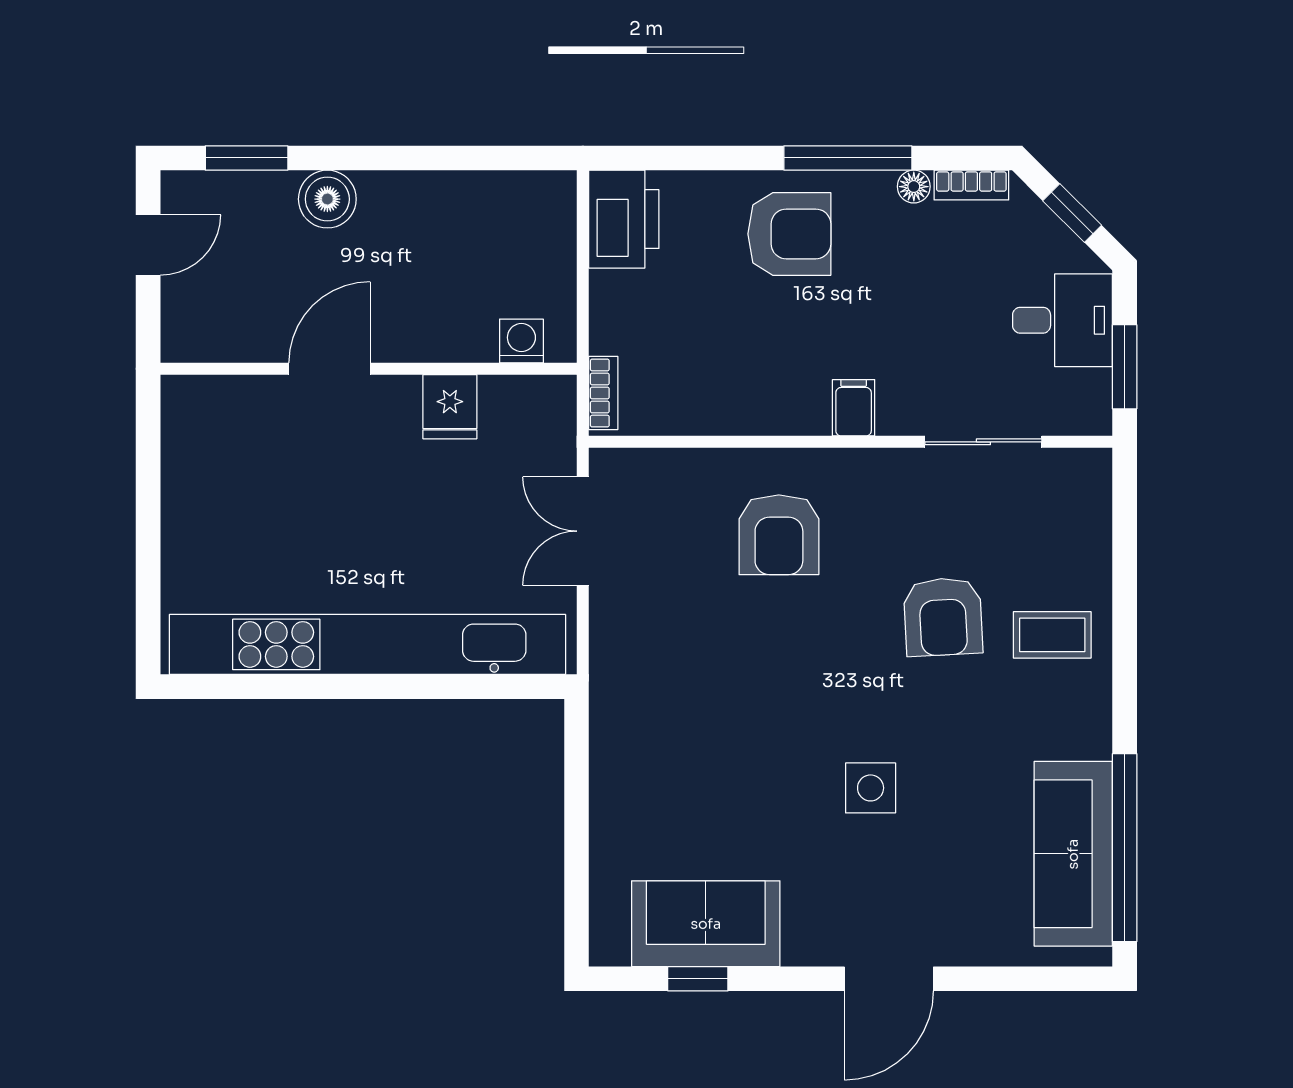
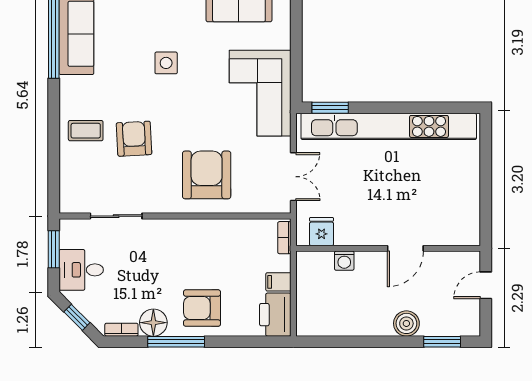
floor lamp: (914, 187) -> (153, 323), width x1.89, depth x1.89
door: (148, 245) -> (486, 285), moved
washing machine: (521, 341) -> (344, 261), moved
fridge: (450, 407) -> (322, 232), moved
filing cabinet: (854, 408) -> (278, 282), moved, turned 90
armchair: (779, 535) -> (207, 175), width x1.36, depth x1.36
window: (500, 687) -> (330, 108), added
corner sofa: (658, 720) -> (260, 93), added

